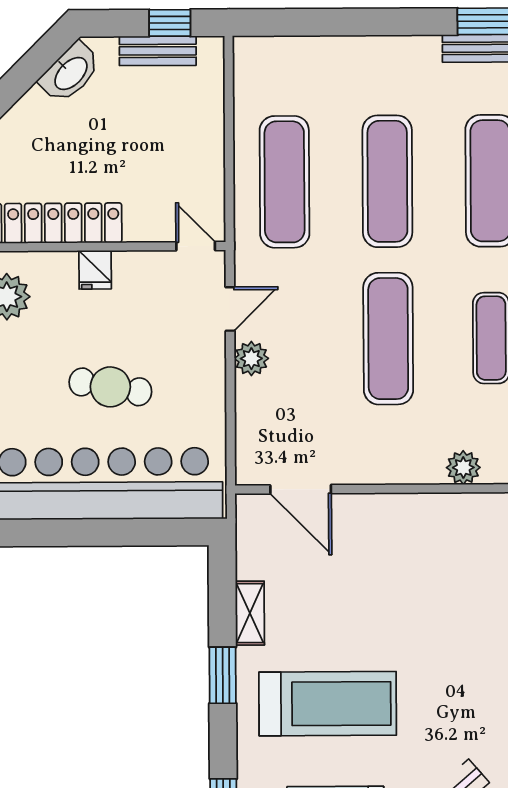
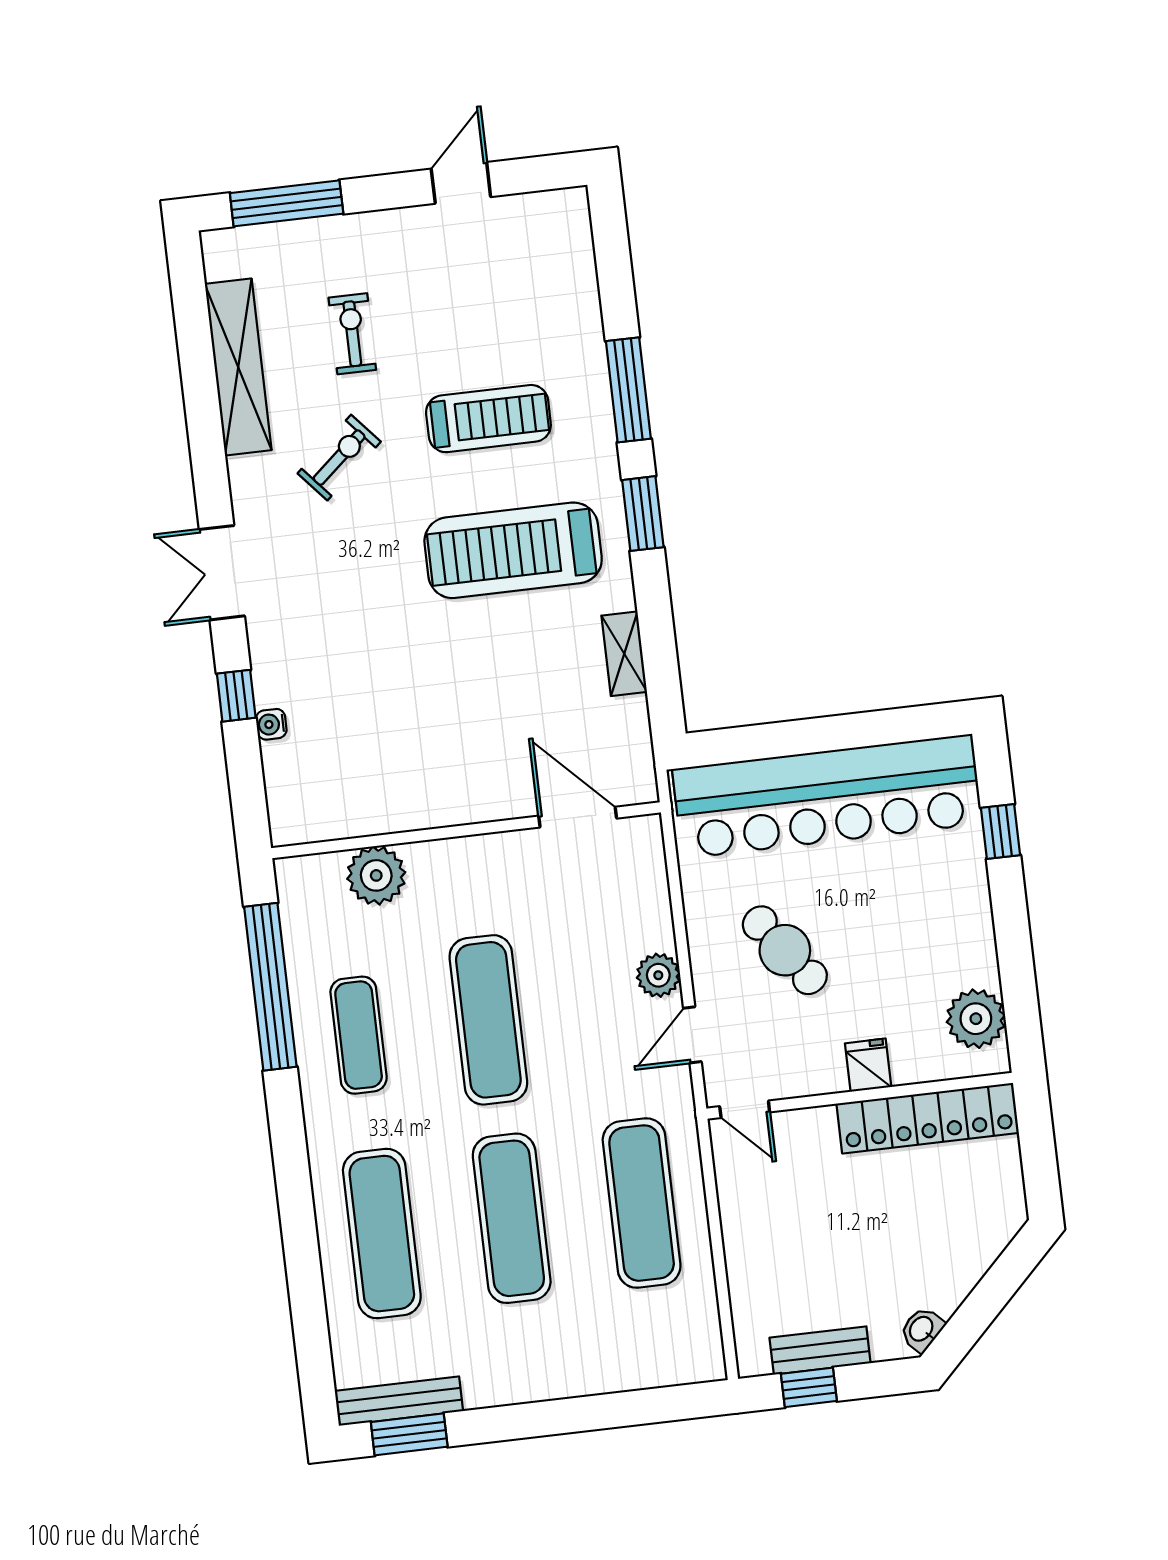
washbasin: (70, 73) -> (922, 1329), width x0.52, depth x0.69
cafe table: (110, 387) -> (785, 950), moved, turned 44
plant: (463, 468) -> (376, 875), width x1.36, depth x1.36
window: (223, 675) -> (643, 514), moved

